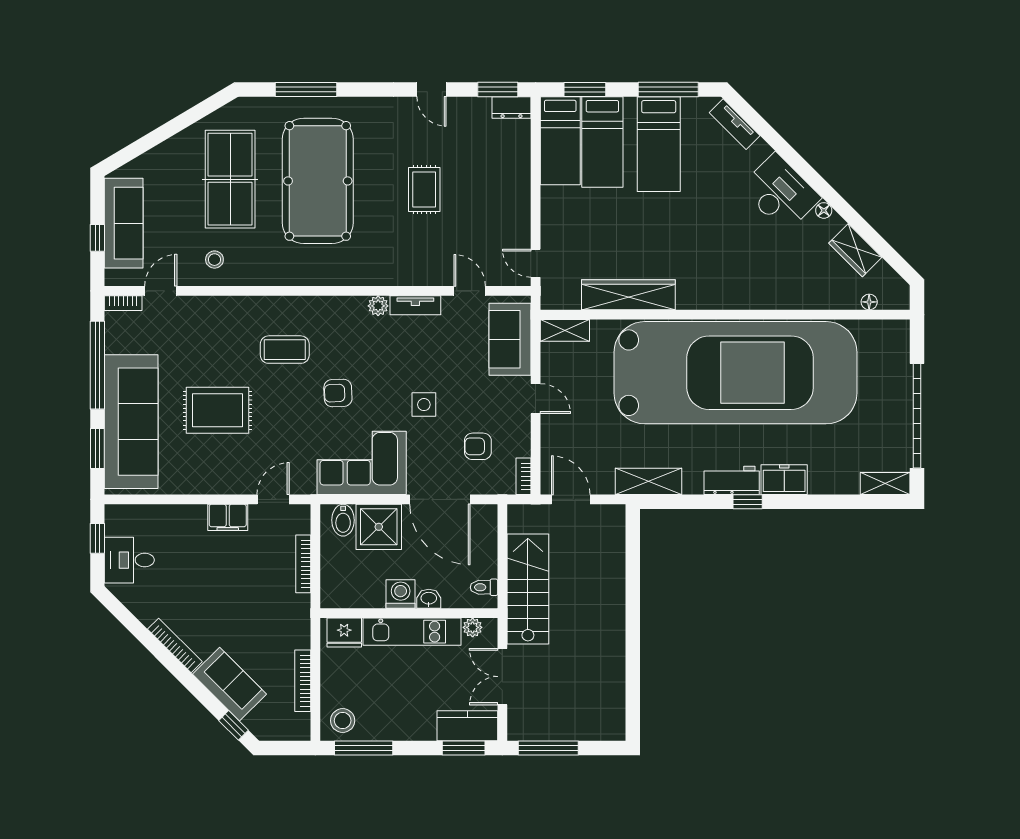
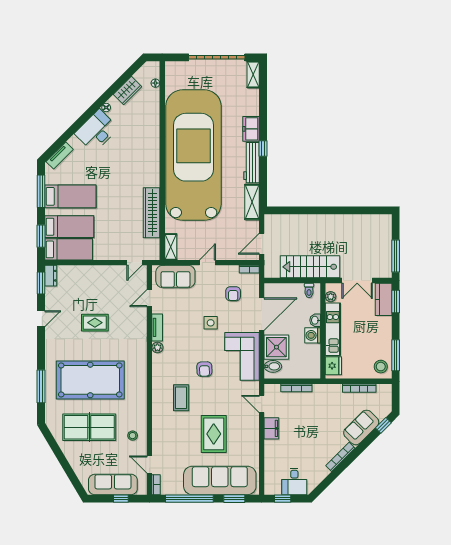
workbench: (732, 480) -> (251, 163), width x1.38

